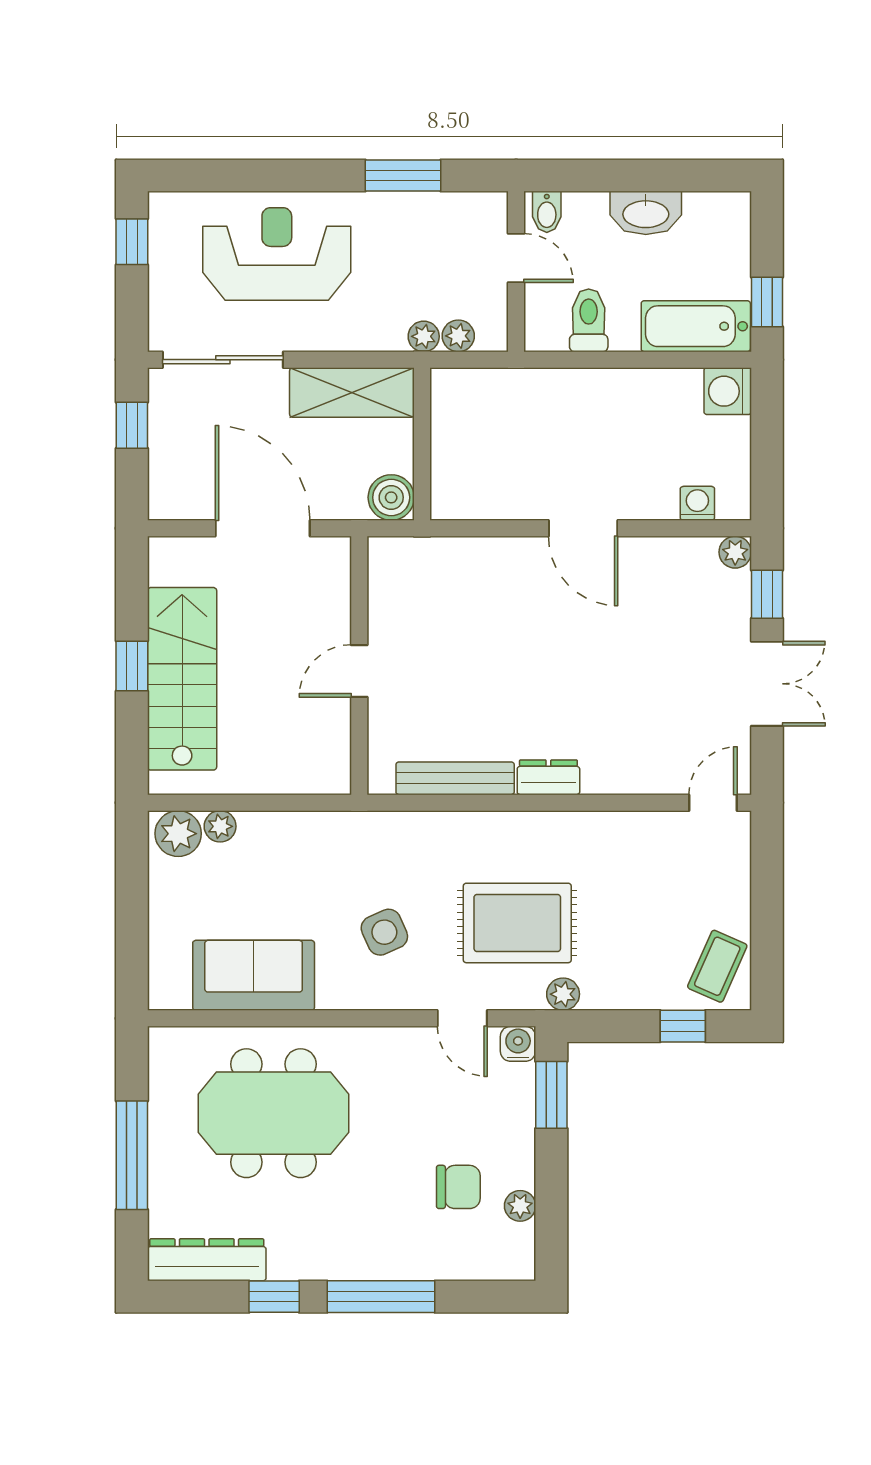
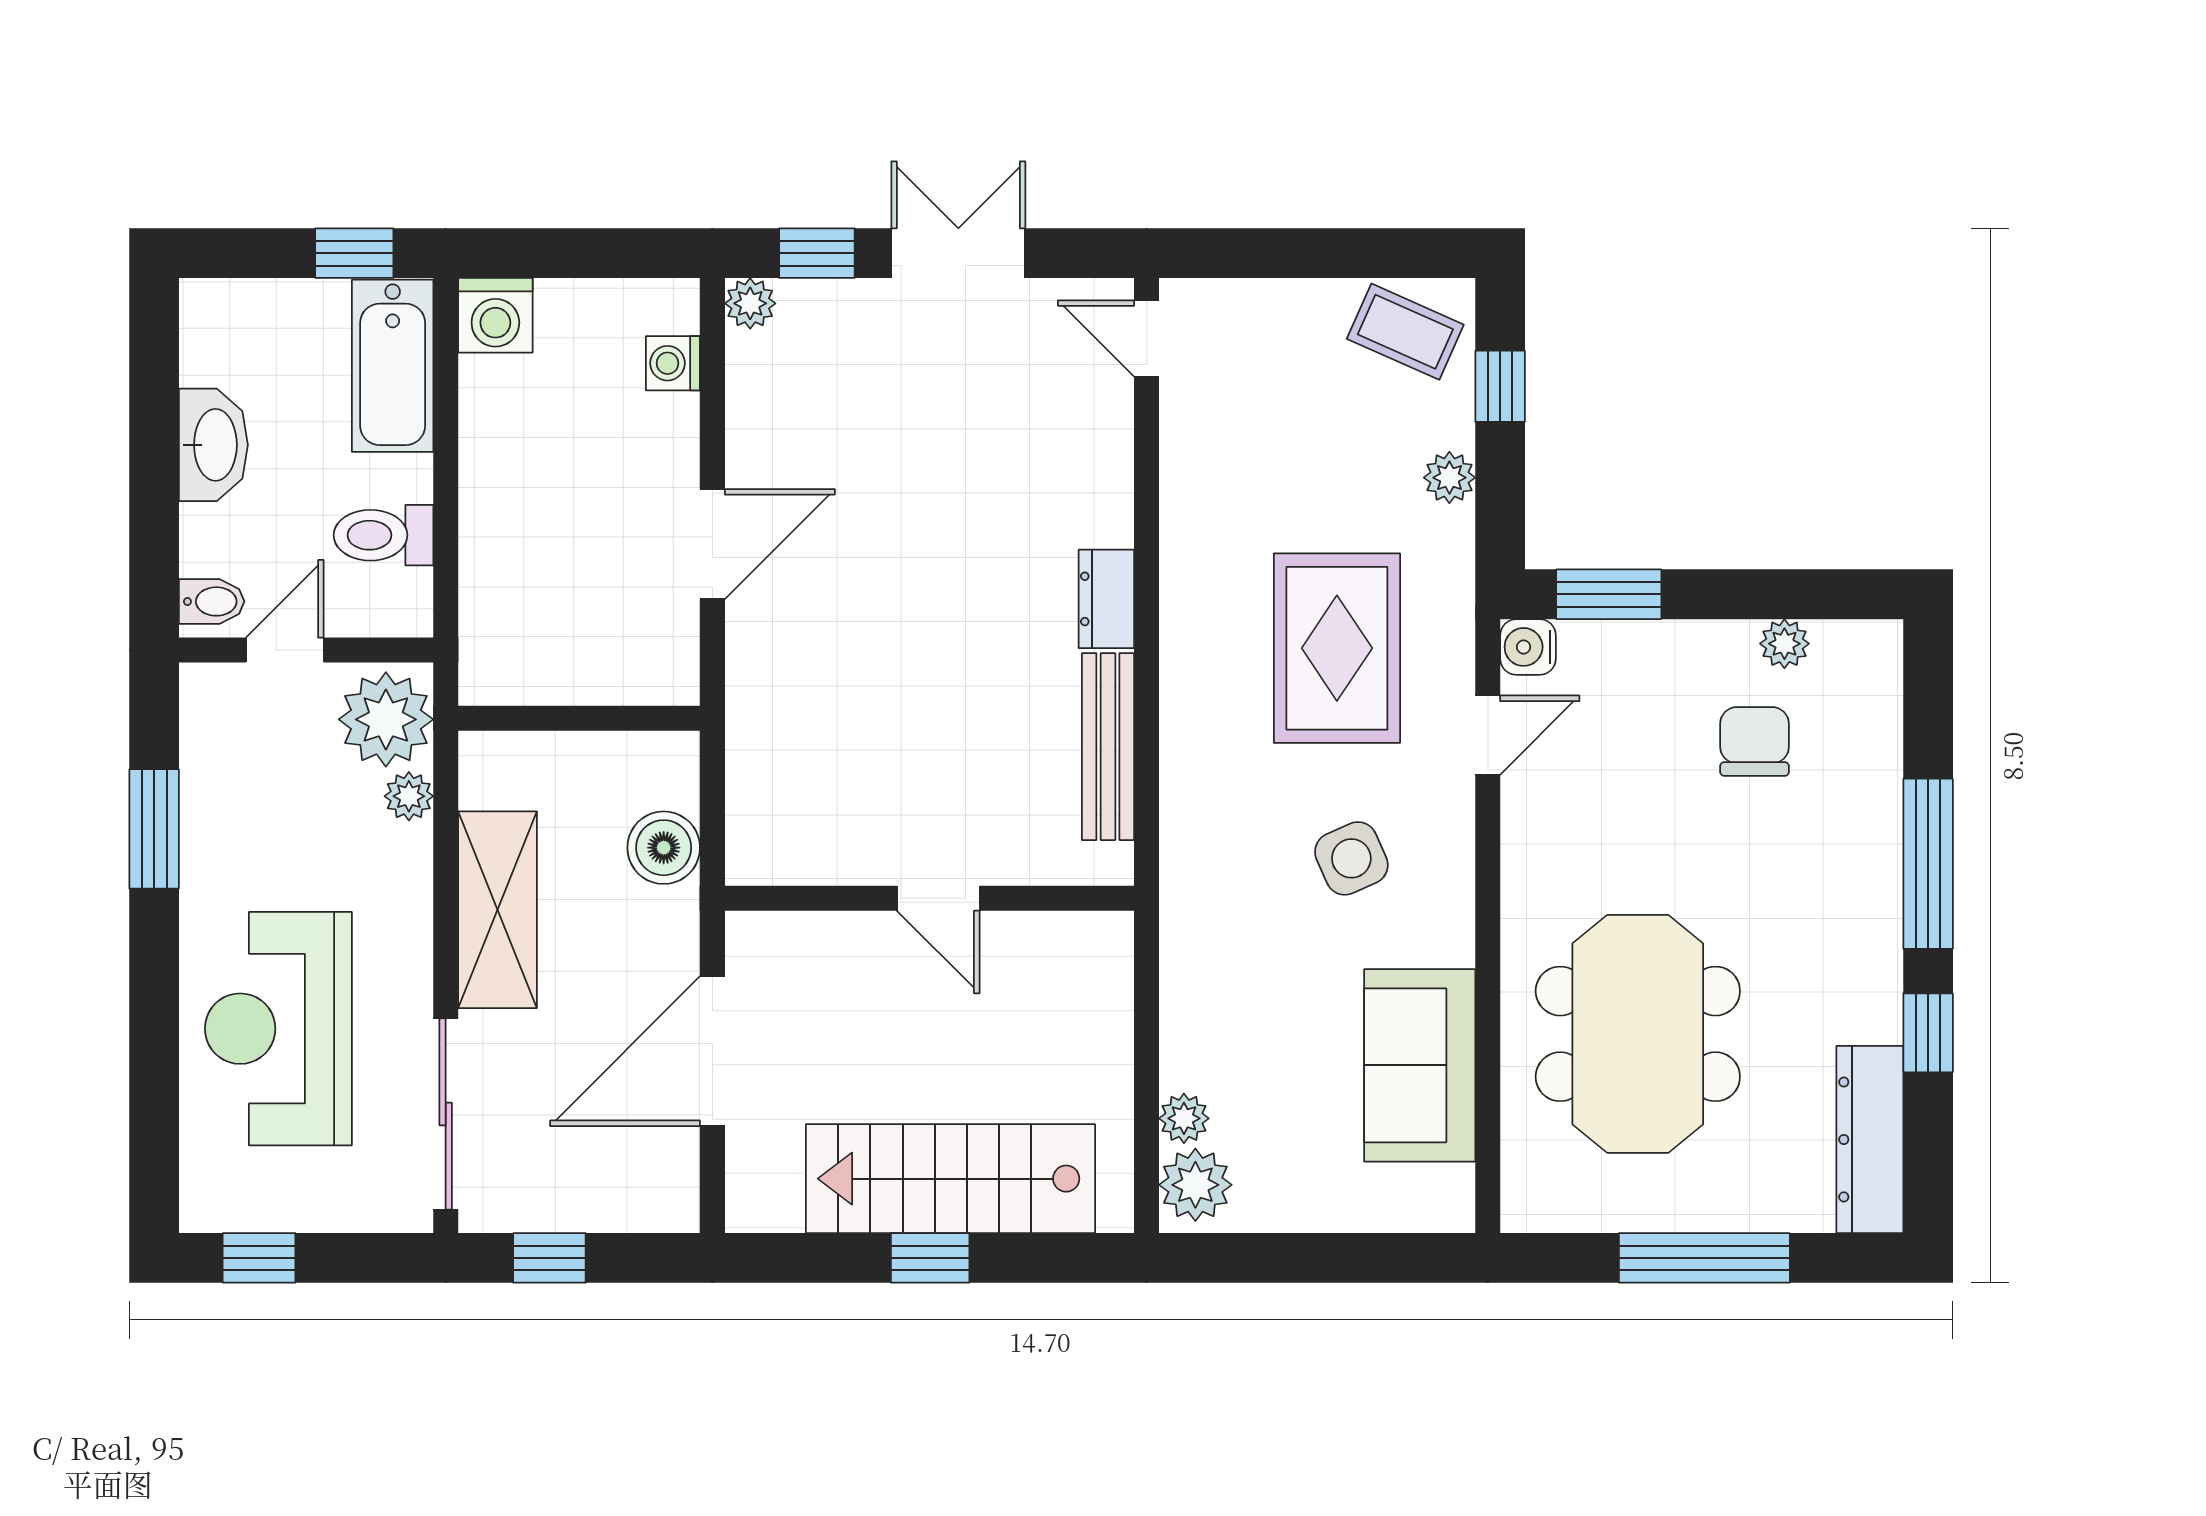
plant: (458, 336) -> (386, 719), width x1.87, depth x1.87
wall: (422, 444) -> (579, 718), moved
plant: (563, 994) -> (1449, 478), moved

